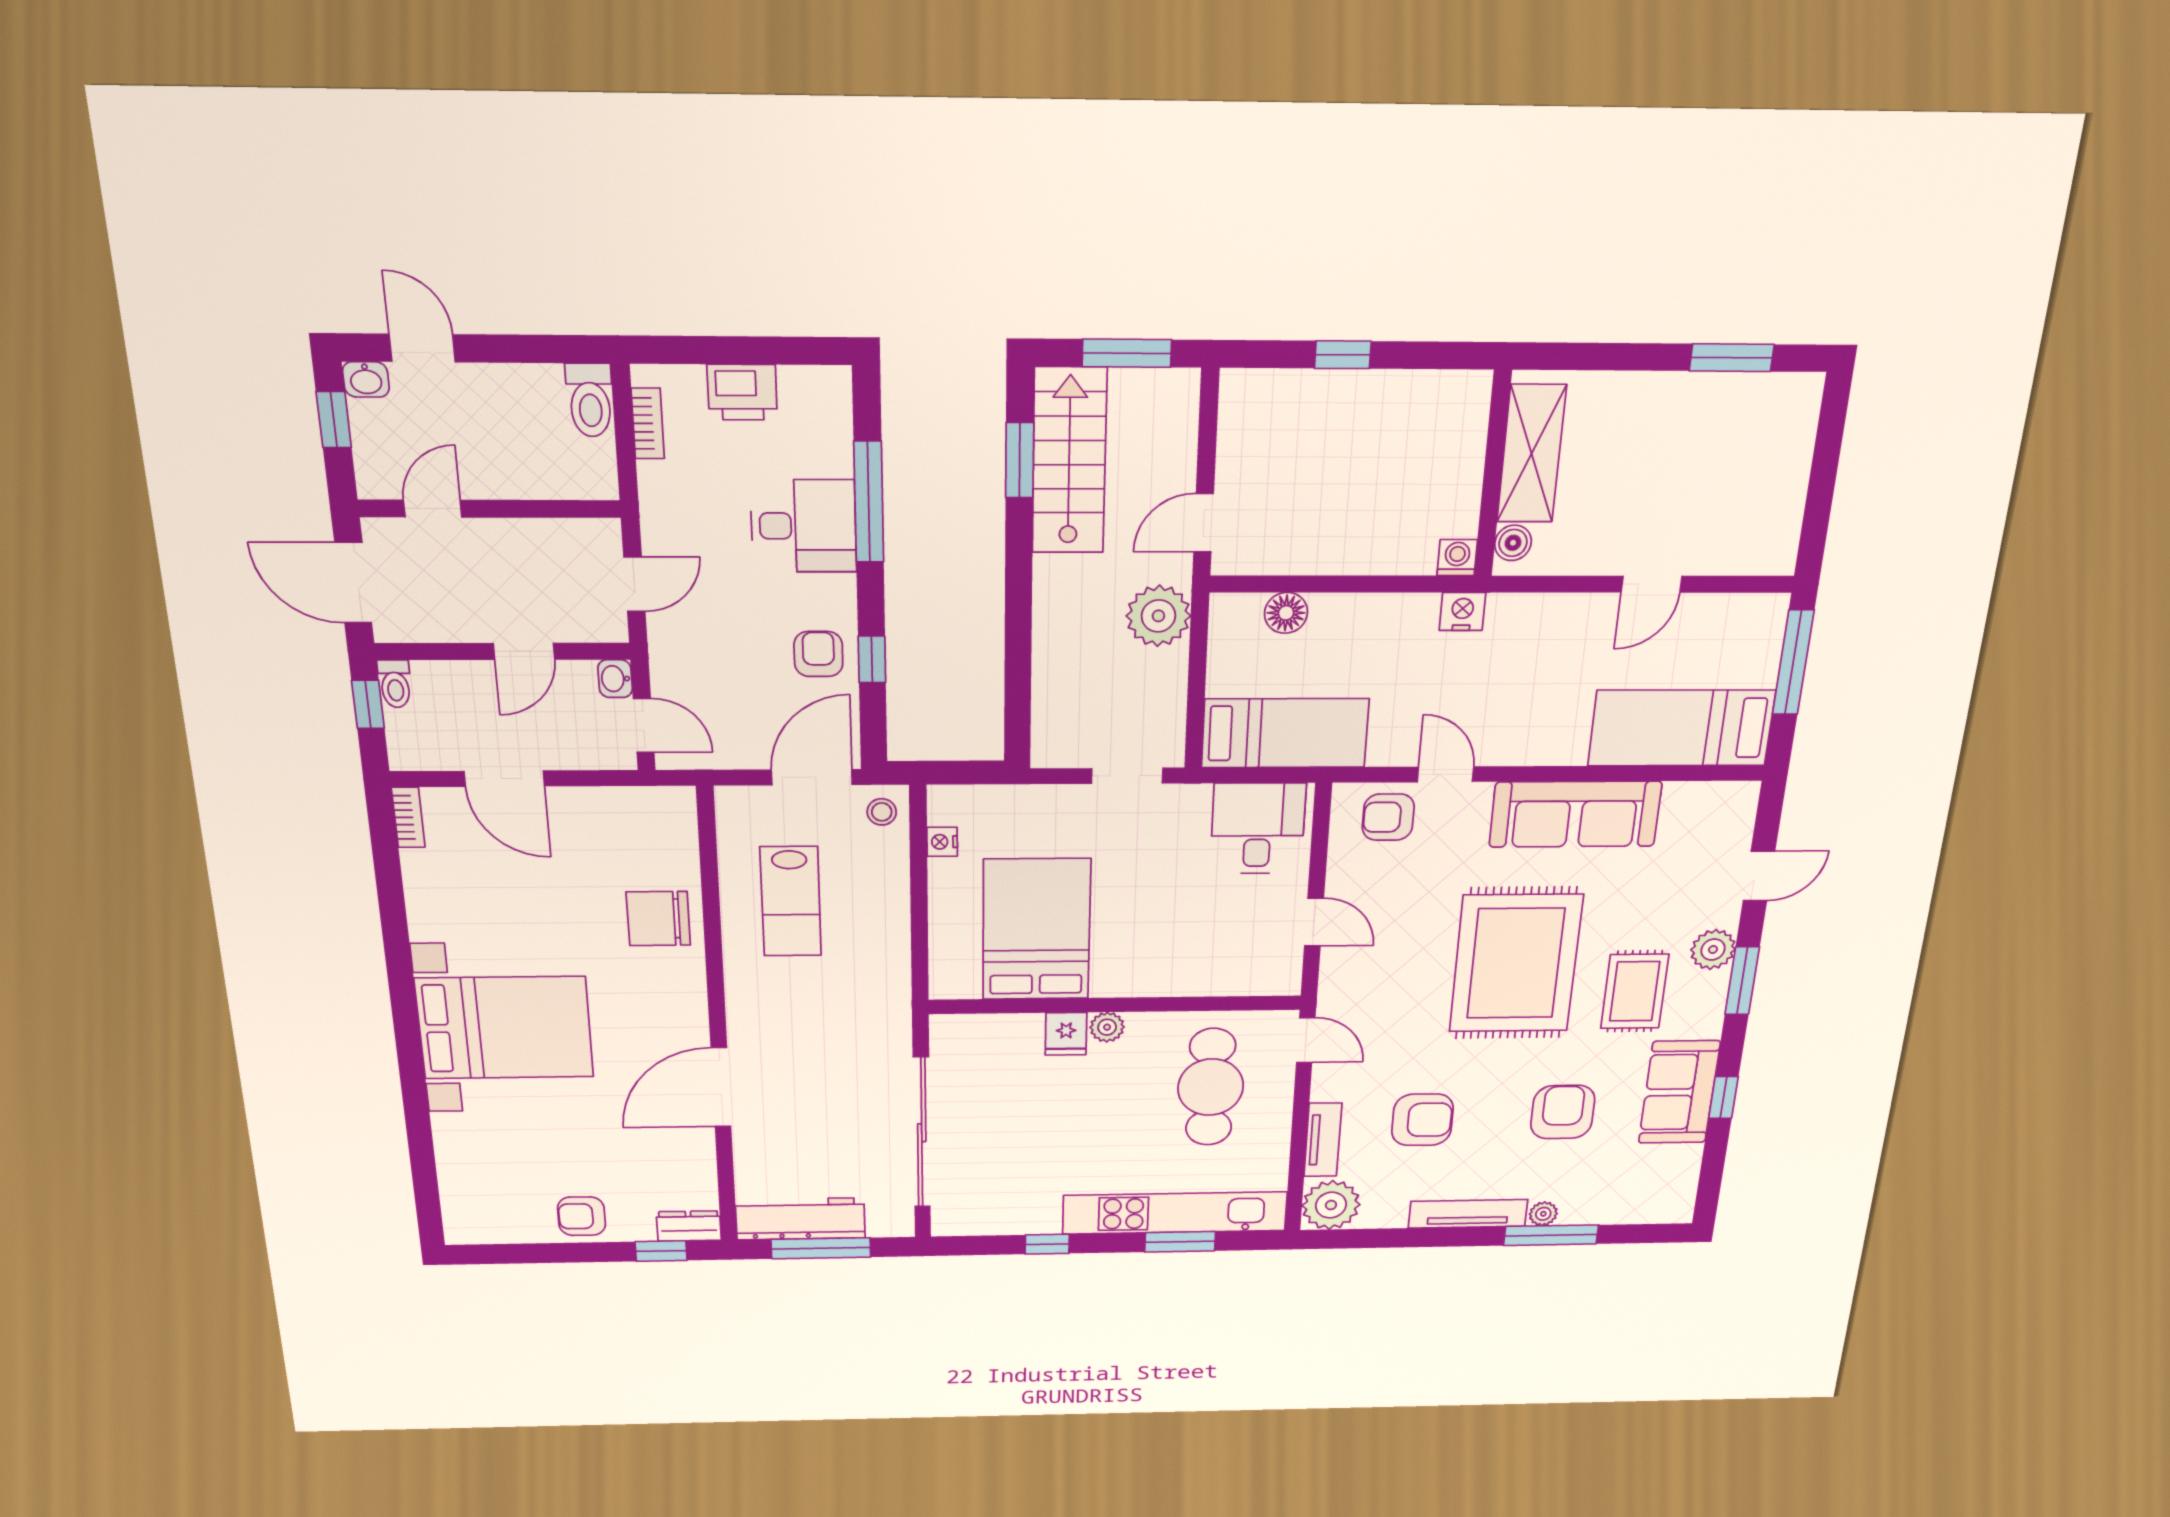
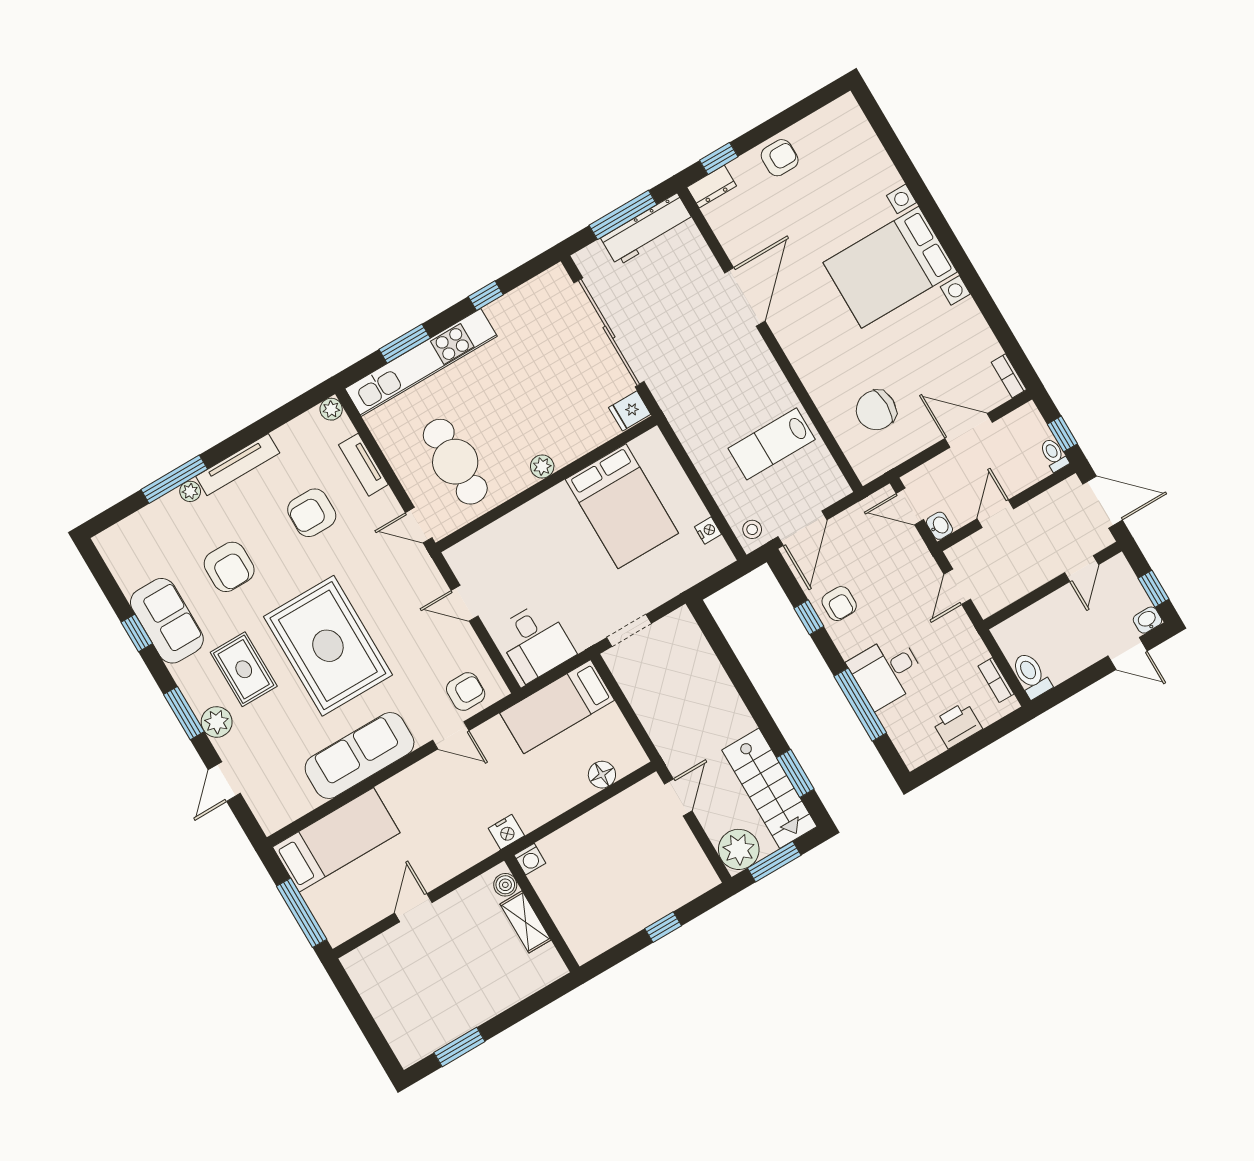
shelving: (1531, 454) -> (526, 922), width x0.67, depth x0.75
plant: (1158, 616) -> (739, 849), moved
lab bench: (791, 901) -> (772, 444), turned -90
chair: (658, 919) -> (876, 410), moved, turned 180
fridge: (1066, 1034) -> (630, 411), moved, turned -90
plant: (1331, 1205) -> (331, 409), width x0.53, depth x0.53

